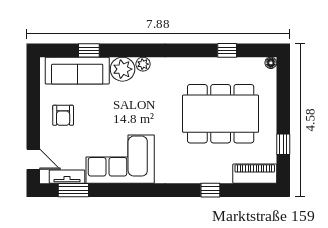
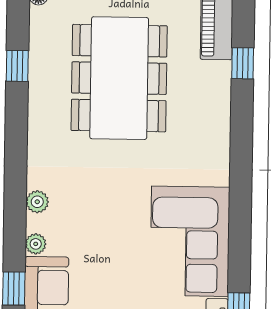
plant: (123, 69) -> (36, 244), width x0.53, depth x0.53
window: (210, 190) -> (243, 63), moved

